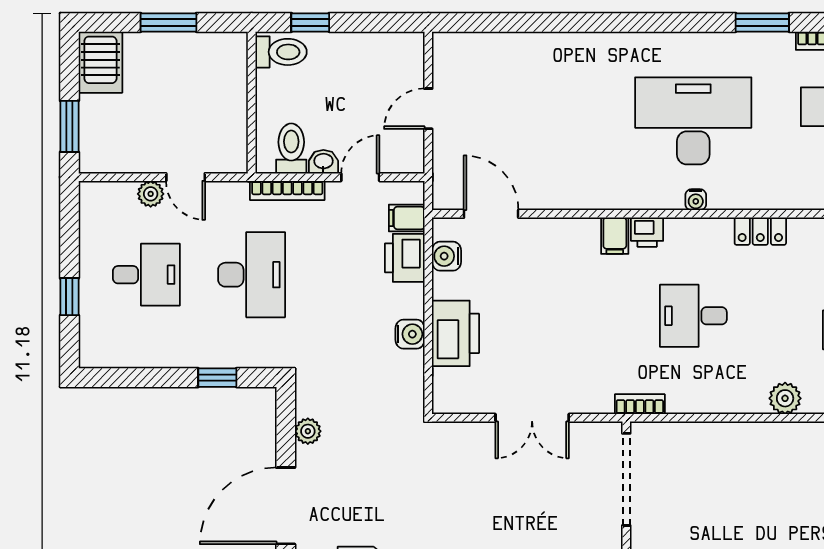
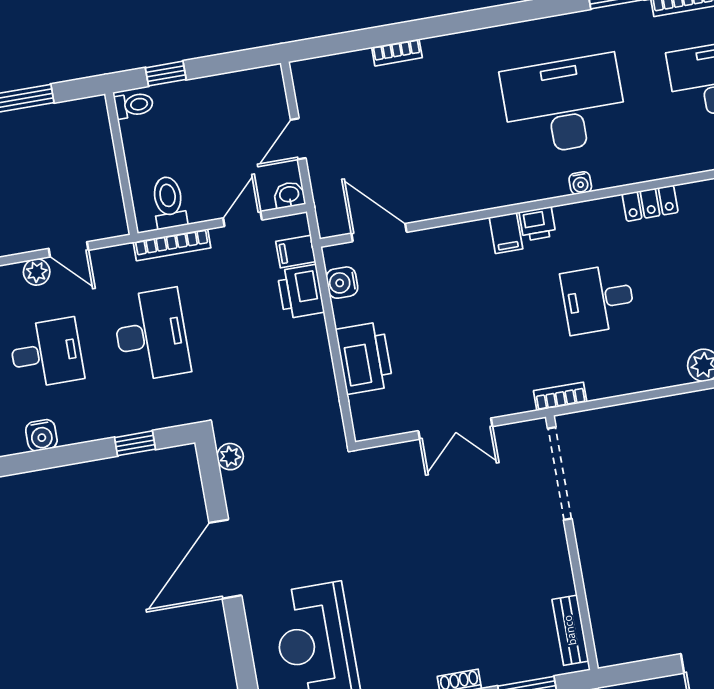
bookcase: (539, 41) -> (397, 52), added
toilet: (281, 52) -> (134, 105), width x0.73, depth x0.72
washbasin: (323, 162) -> (289, 195), moved
water cooler: (410, 334) -> (41, 435), moved, turned 90
plant: (308, 431) -> (230, 457), moved

